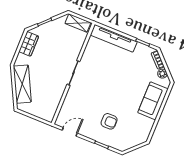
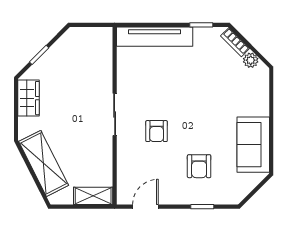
shelving: (78, 23) -> (93, 196), moved
armchair: (93, 92) -> (157, 131), added
sofa: (153, 101) -> (253, 145), moved
armchair: (109, 121) -> (199, 166), turned 90

